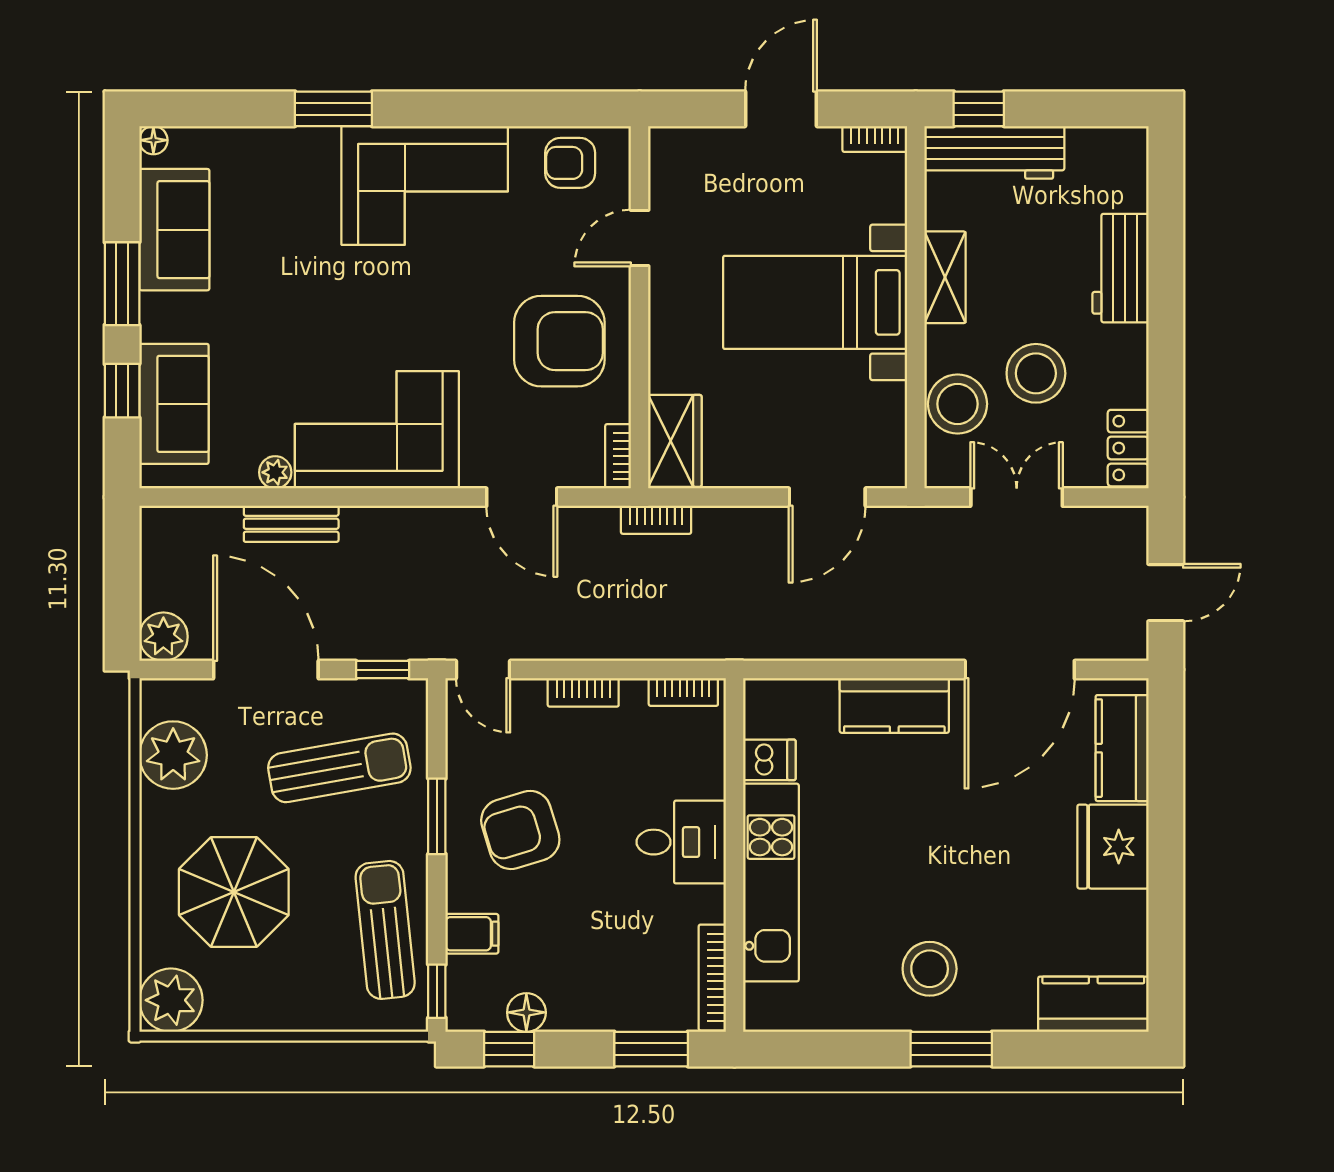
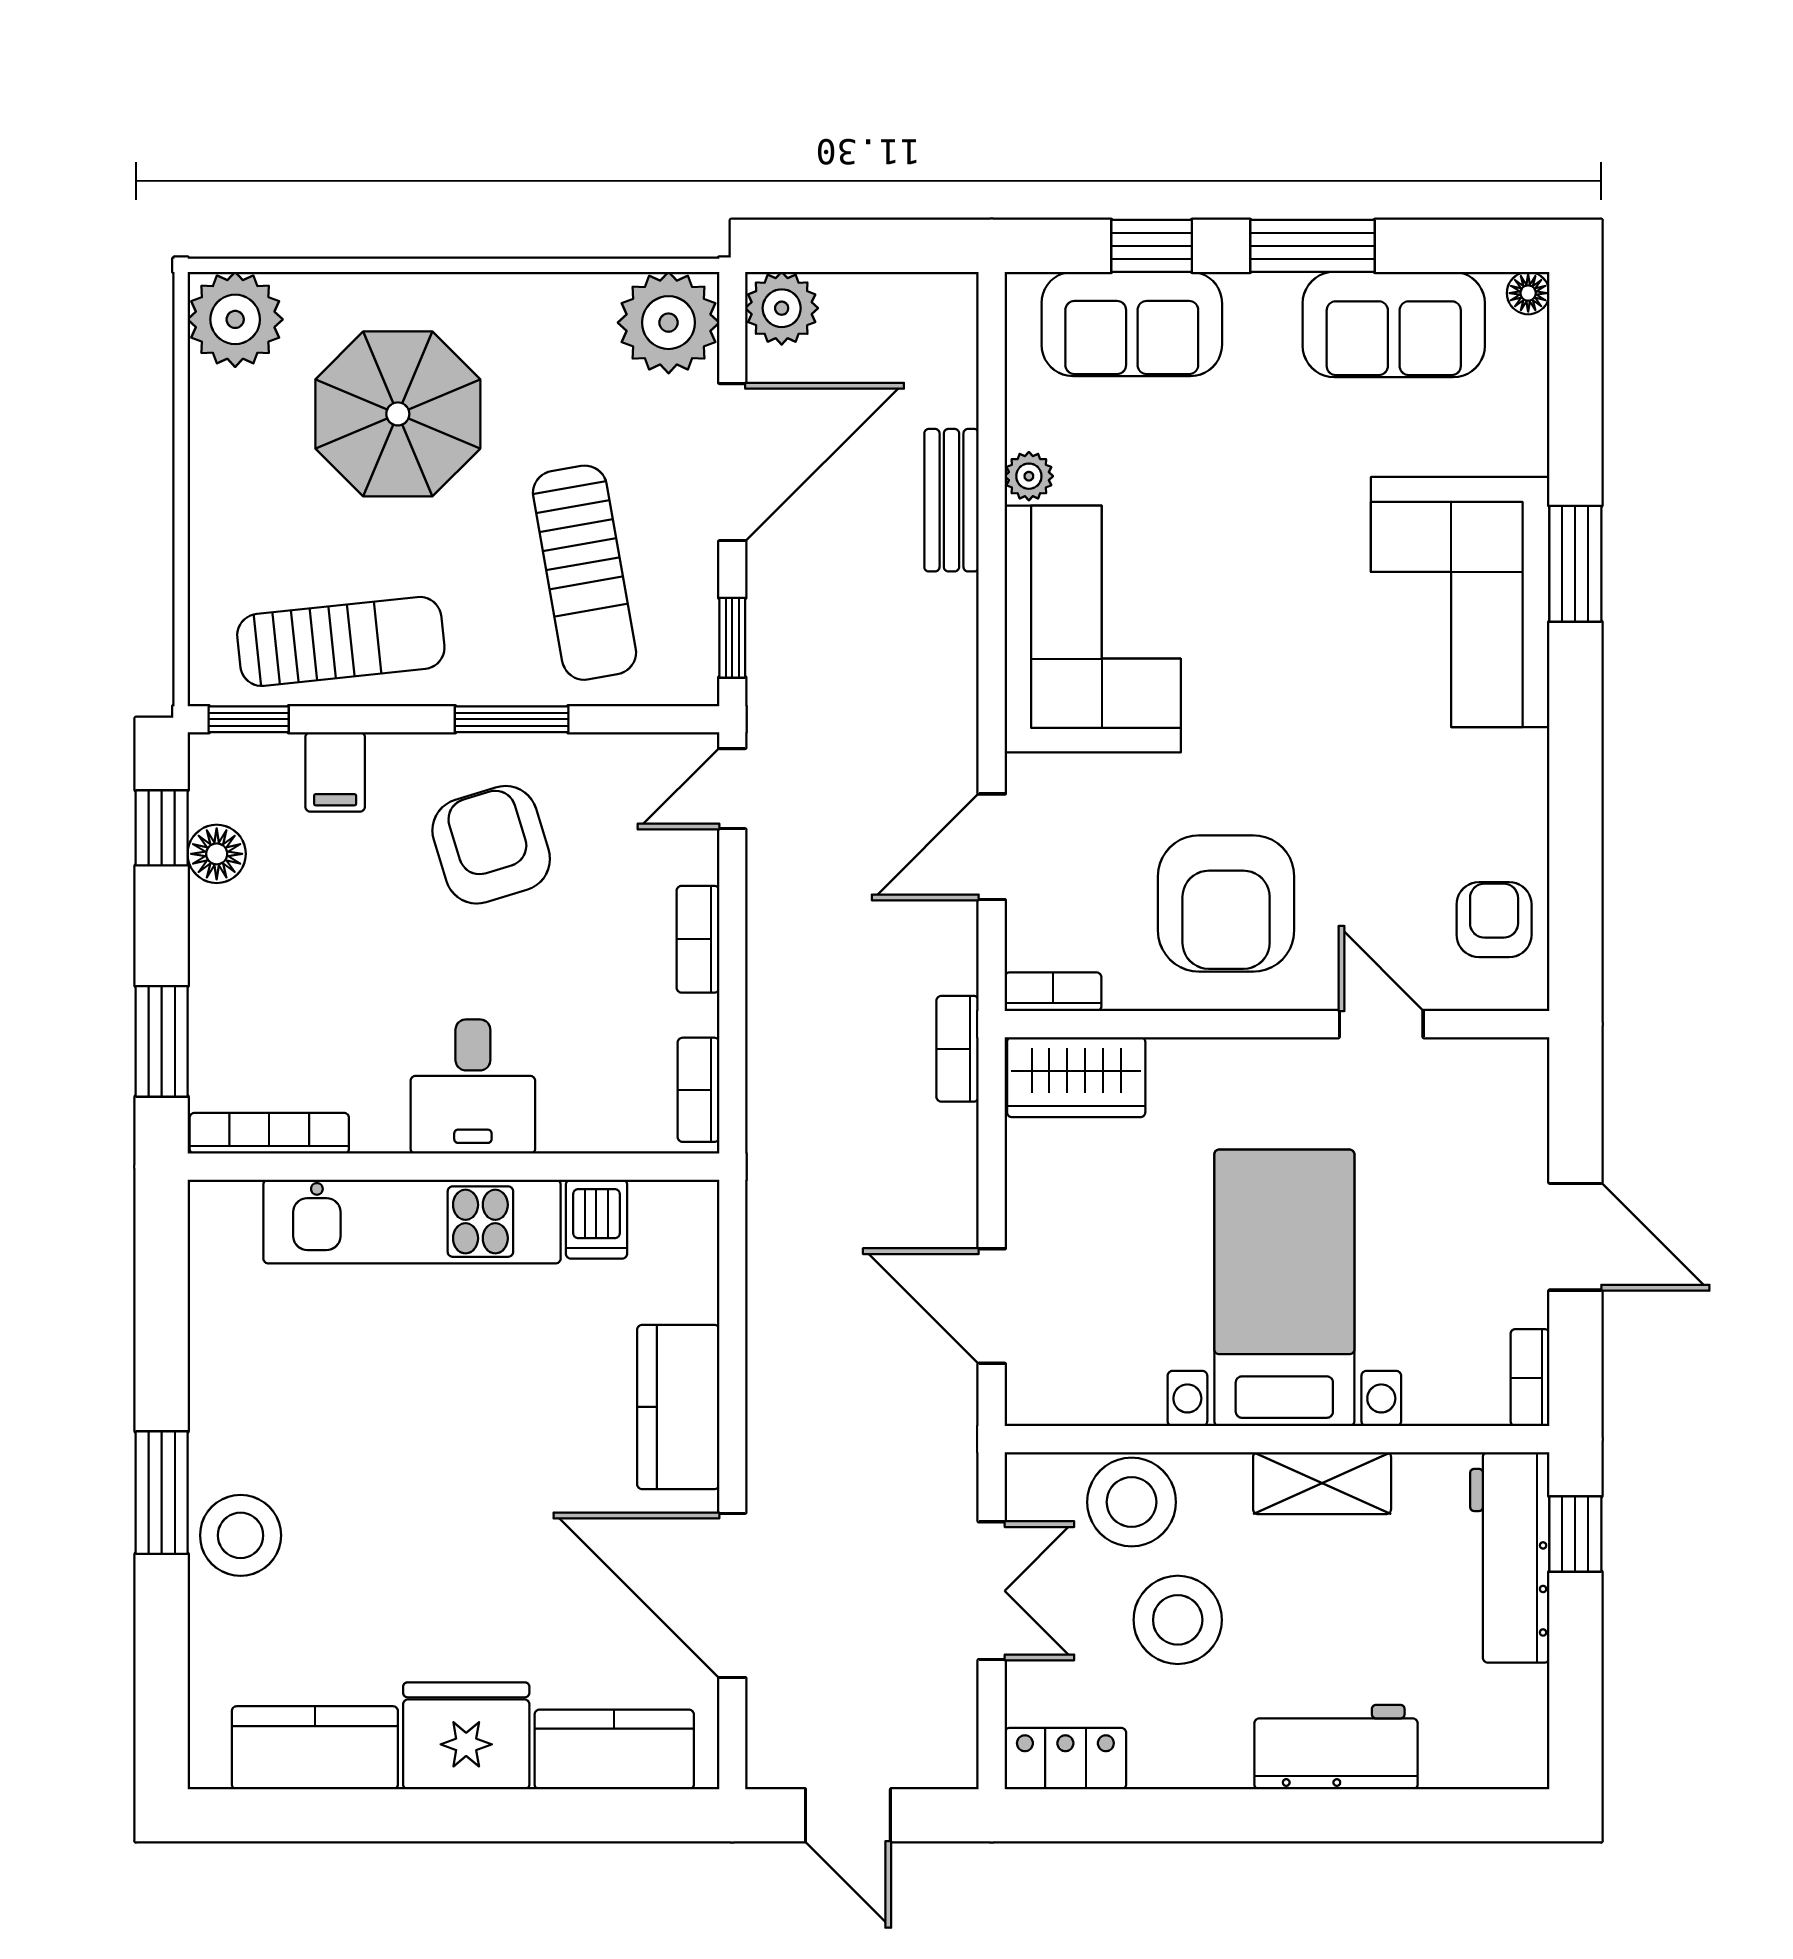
corner sofa: (425, 185) -> (1460, 602), moved
plant: (173, 755) -> (669, 323), moved
stool: (930, 969) -> (241, 1535), moved
kitchen counter: (1093, 1004) -> (315, 1748), moved, turned -90

